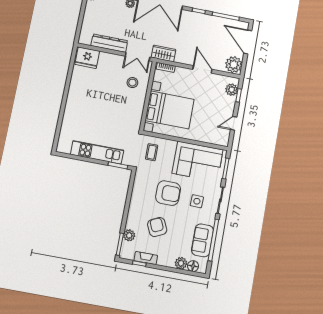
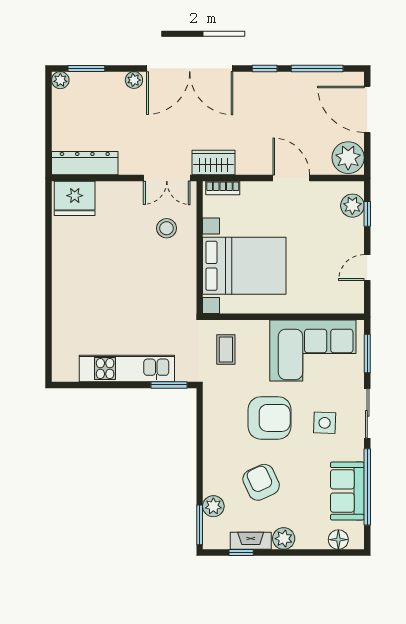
dresser: (109, 43) -> (85, 163), moved
plant: (181, 263) -> (284, 539), moved

